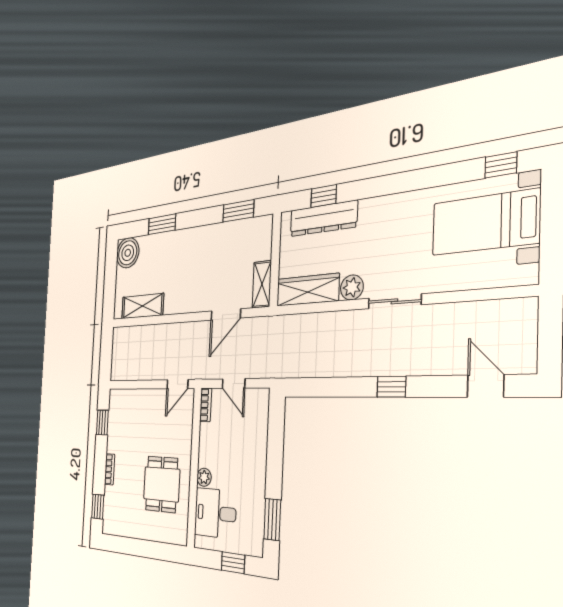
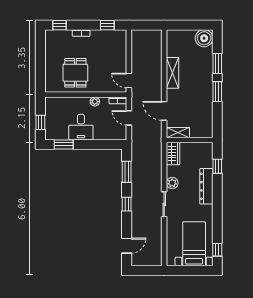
window: (238, 211) -> (217, 92), moved
dresser: (323, 219) -> (206, 186), moved
wardrobe: (307, 290) -> (173, 154), width x0.67
shelving: (142, 306) -> (173, 73), moved
door: (234, 383) -> (129, 118), hinge flipped
window: (327, 387) -> (127, 172), added
plant: (204, 477) -> (95, 102), moved
dining table: (162, 484) -> (75, 73), turned 90
desk: (215, 513) -> (81, 127), moved, turned 180

